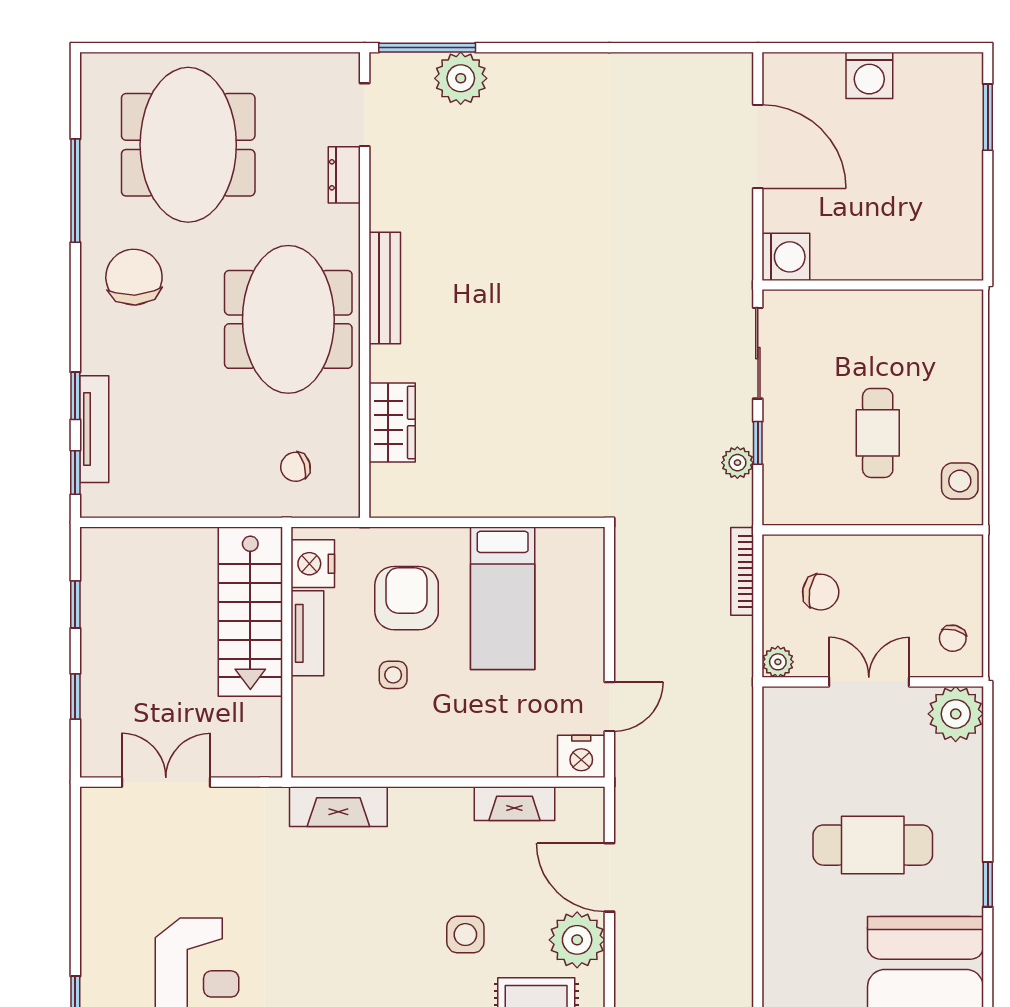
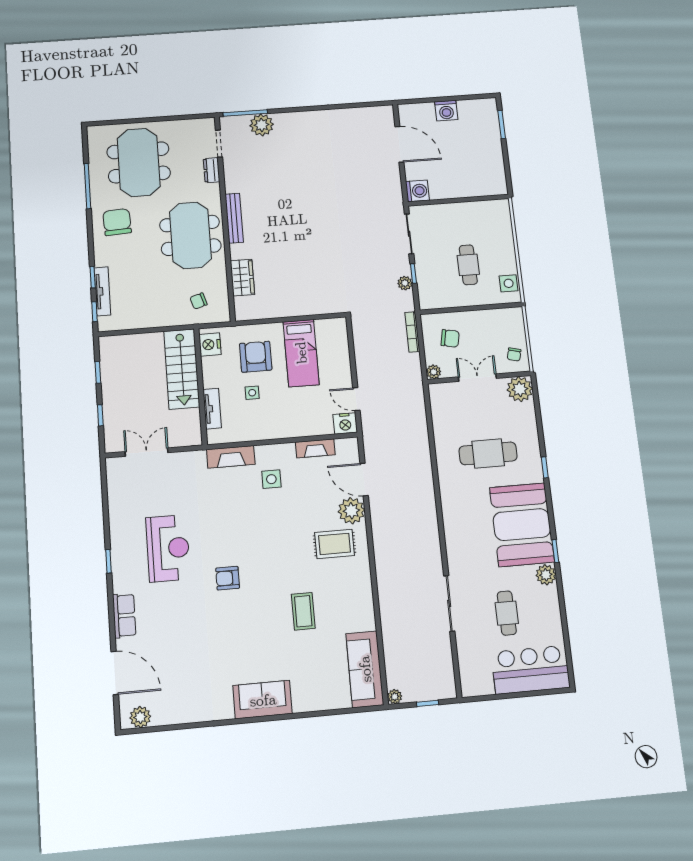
tv unit: (307, 633) -> (212, 409), moved
door: (609, 707) -> (356, 399), swing flipped
side table: (465, 935) -> (271, 479), moved

